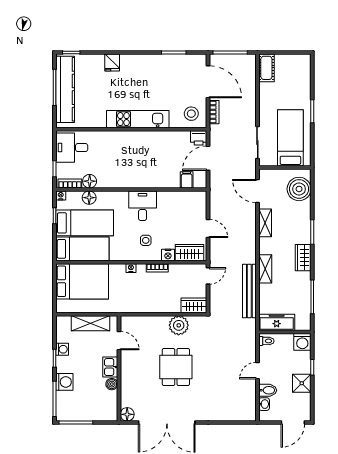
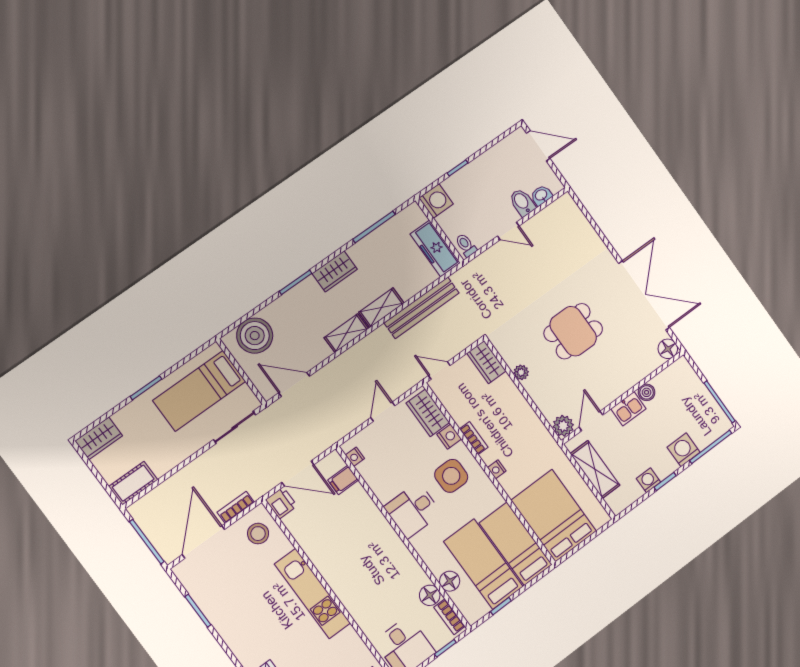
wardrobe: (303, 67) -> (99, 438), added
door: (257, 191) -> (294, 385), swing flipped
nightstand: (61, 195) -> (355, 457), moved
shelving: (265, 223) -> (346, 333), moved
side table: (146, 240) -> (451, 476), width x1.87, depth x1.87
plant: (128, 323) -> (563, 426), added
plant: (179, 325) -> (521, 372), width x0.53, depth x0.53
shower: (302, 383) -> (485, 167), removed

